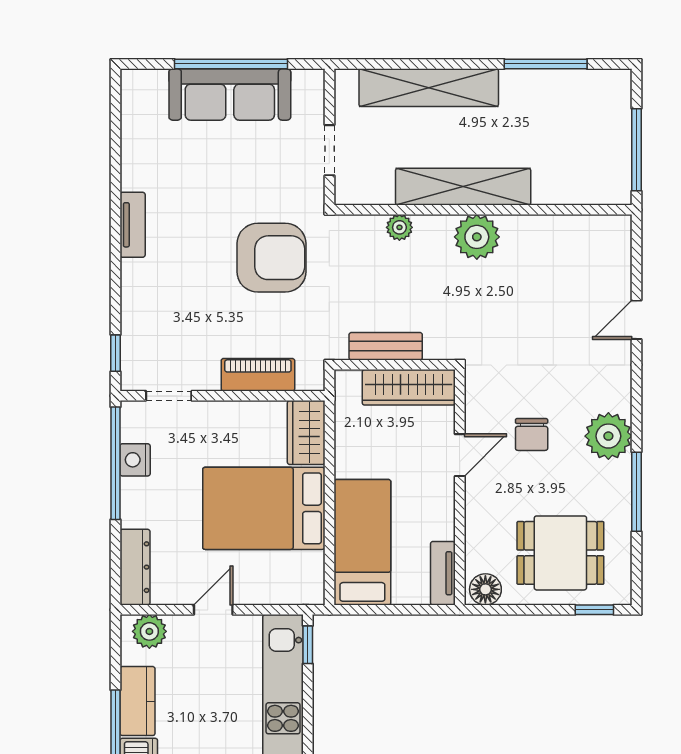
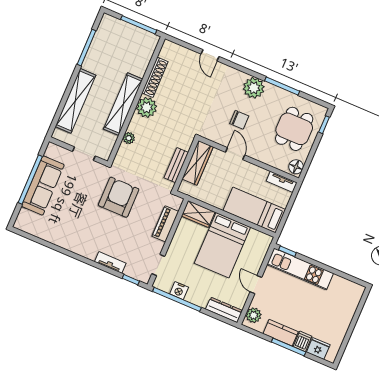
tv unit: (133, 225) -> (110, 262), moved
shoe rack: (545, 228) -> (155, 77), added

